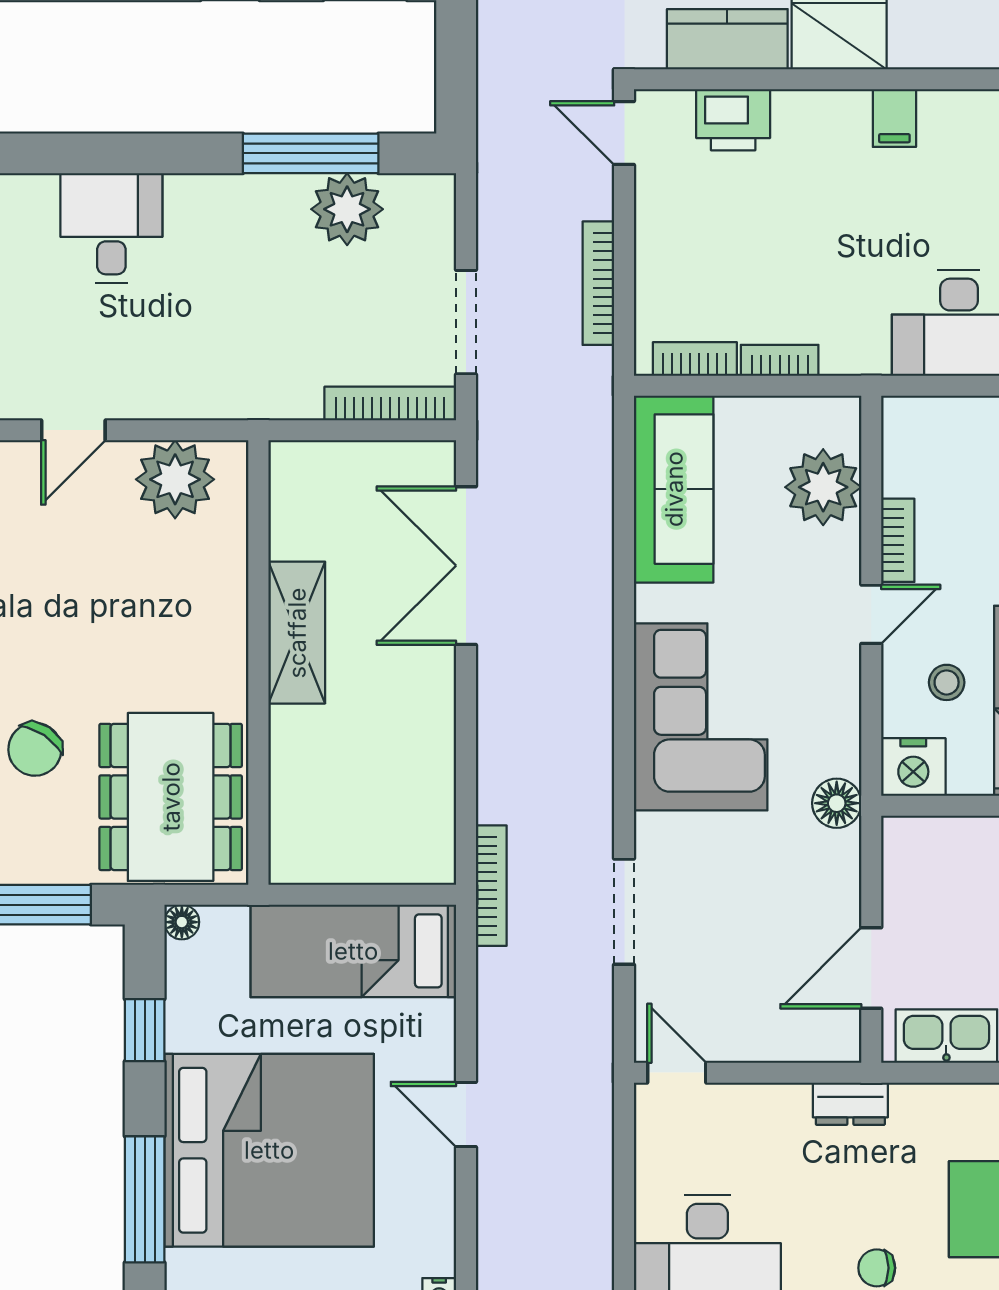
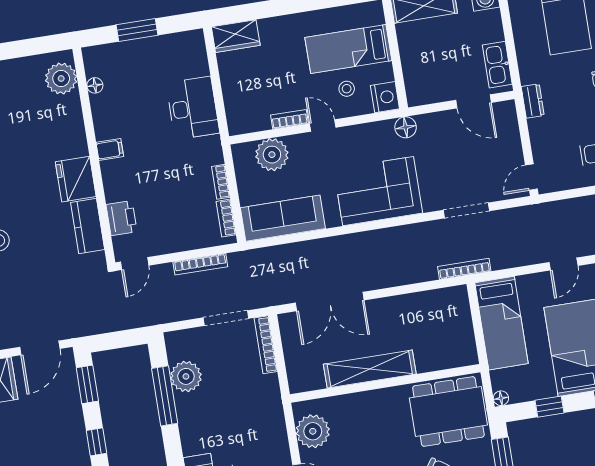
shelving: (297, 633) -> (370, 369), width x1.47

